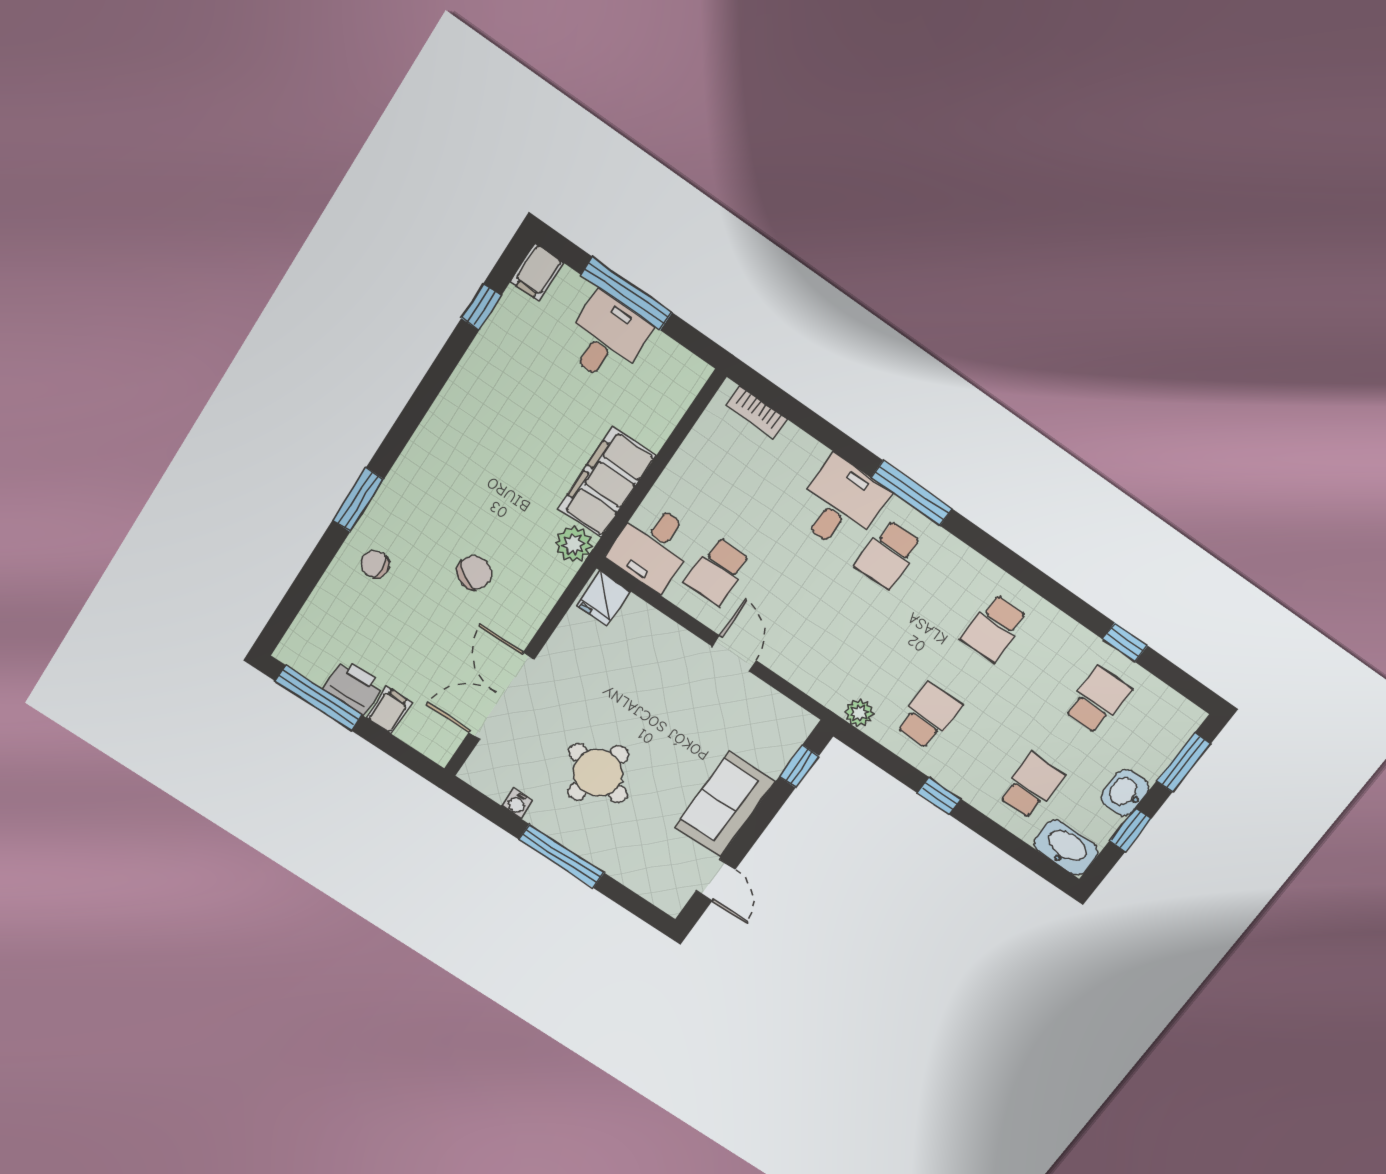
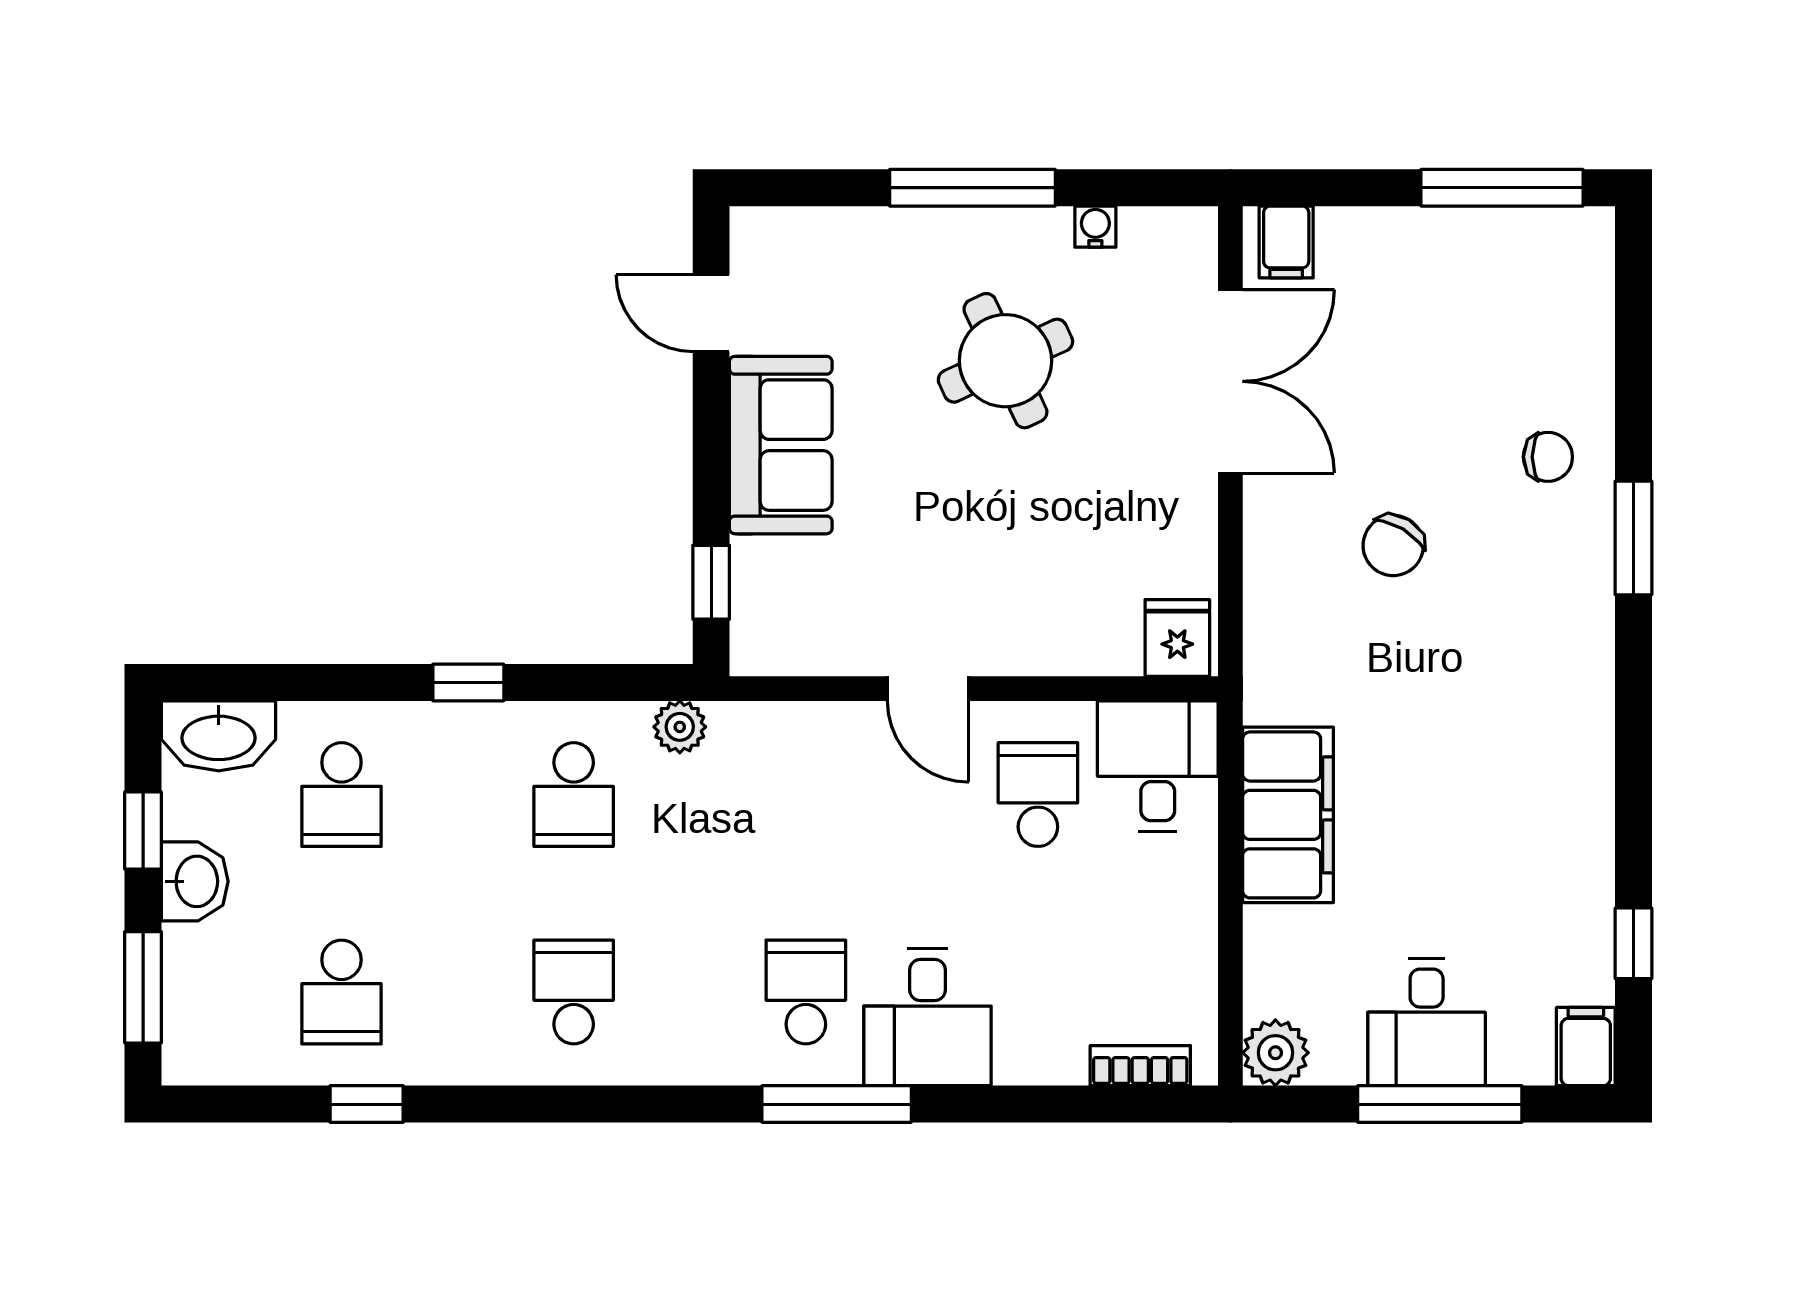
plant: (574, 544) -> (1275, 1053), moved
printer: (354, 687) -> (1461, 243), removed
filing cabinet: (389, 710) -> (1286, 242), moved
round table: (598, 773) -> (1005, 361), turned -38

